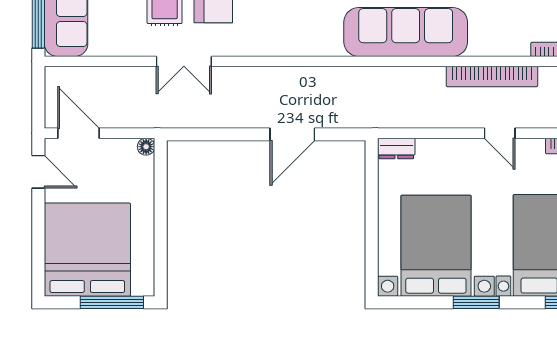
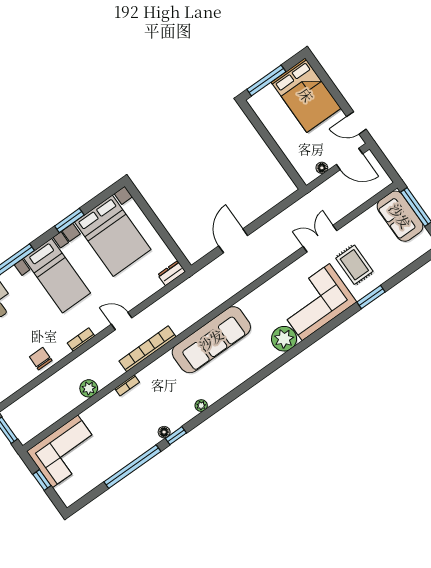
floor lamp: (146, 147) -> (322, 168), moved
bed: (87, 250) -> (306, 95), width x0.73

